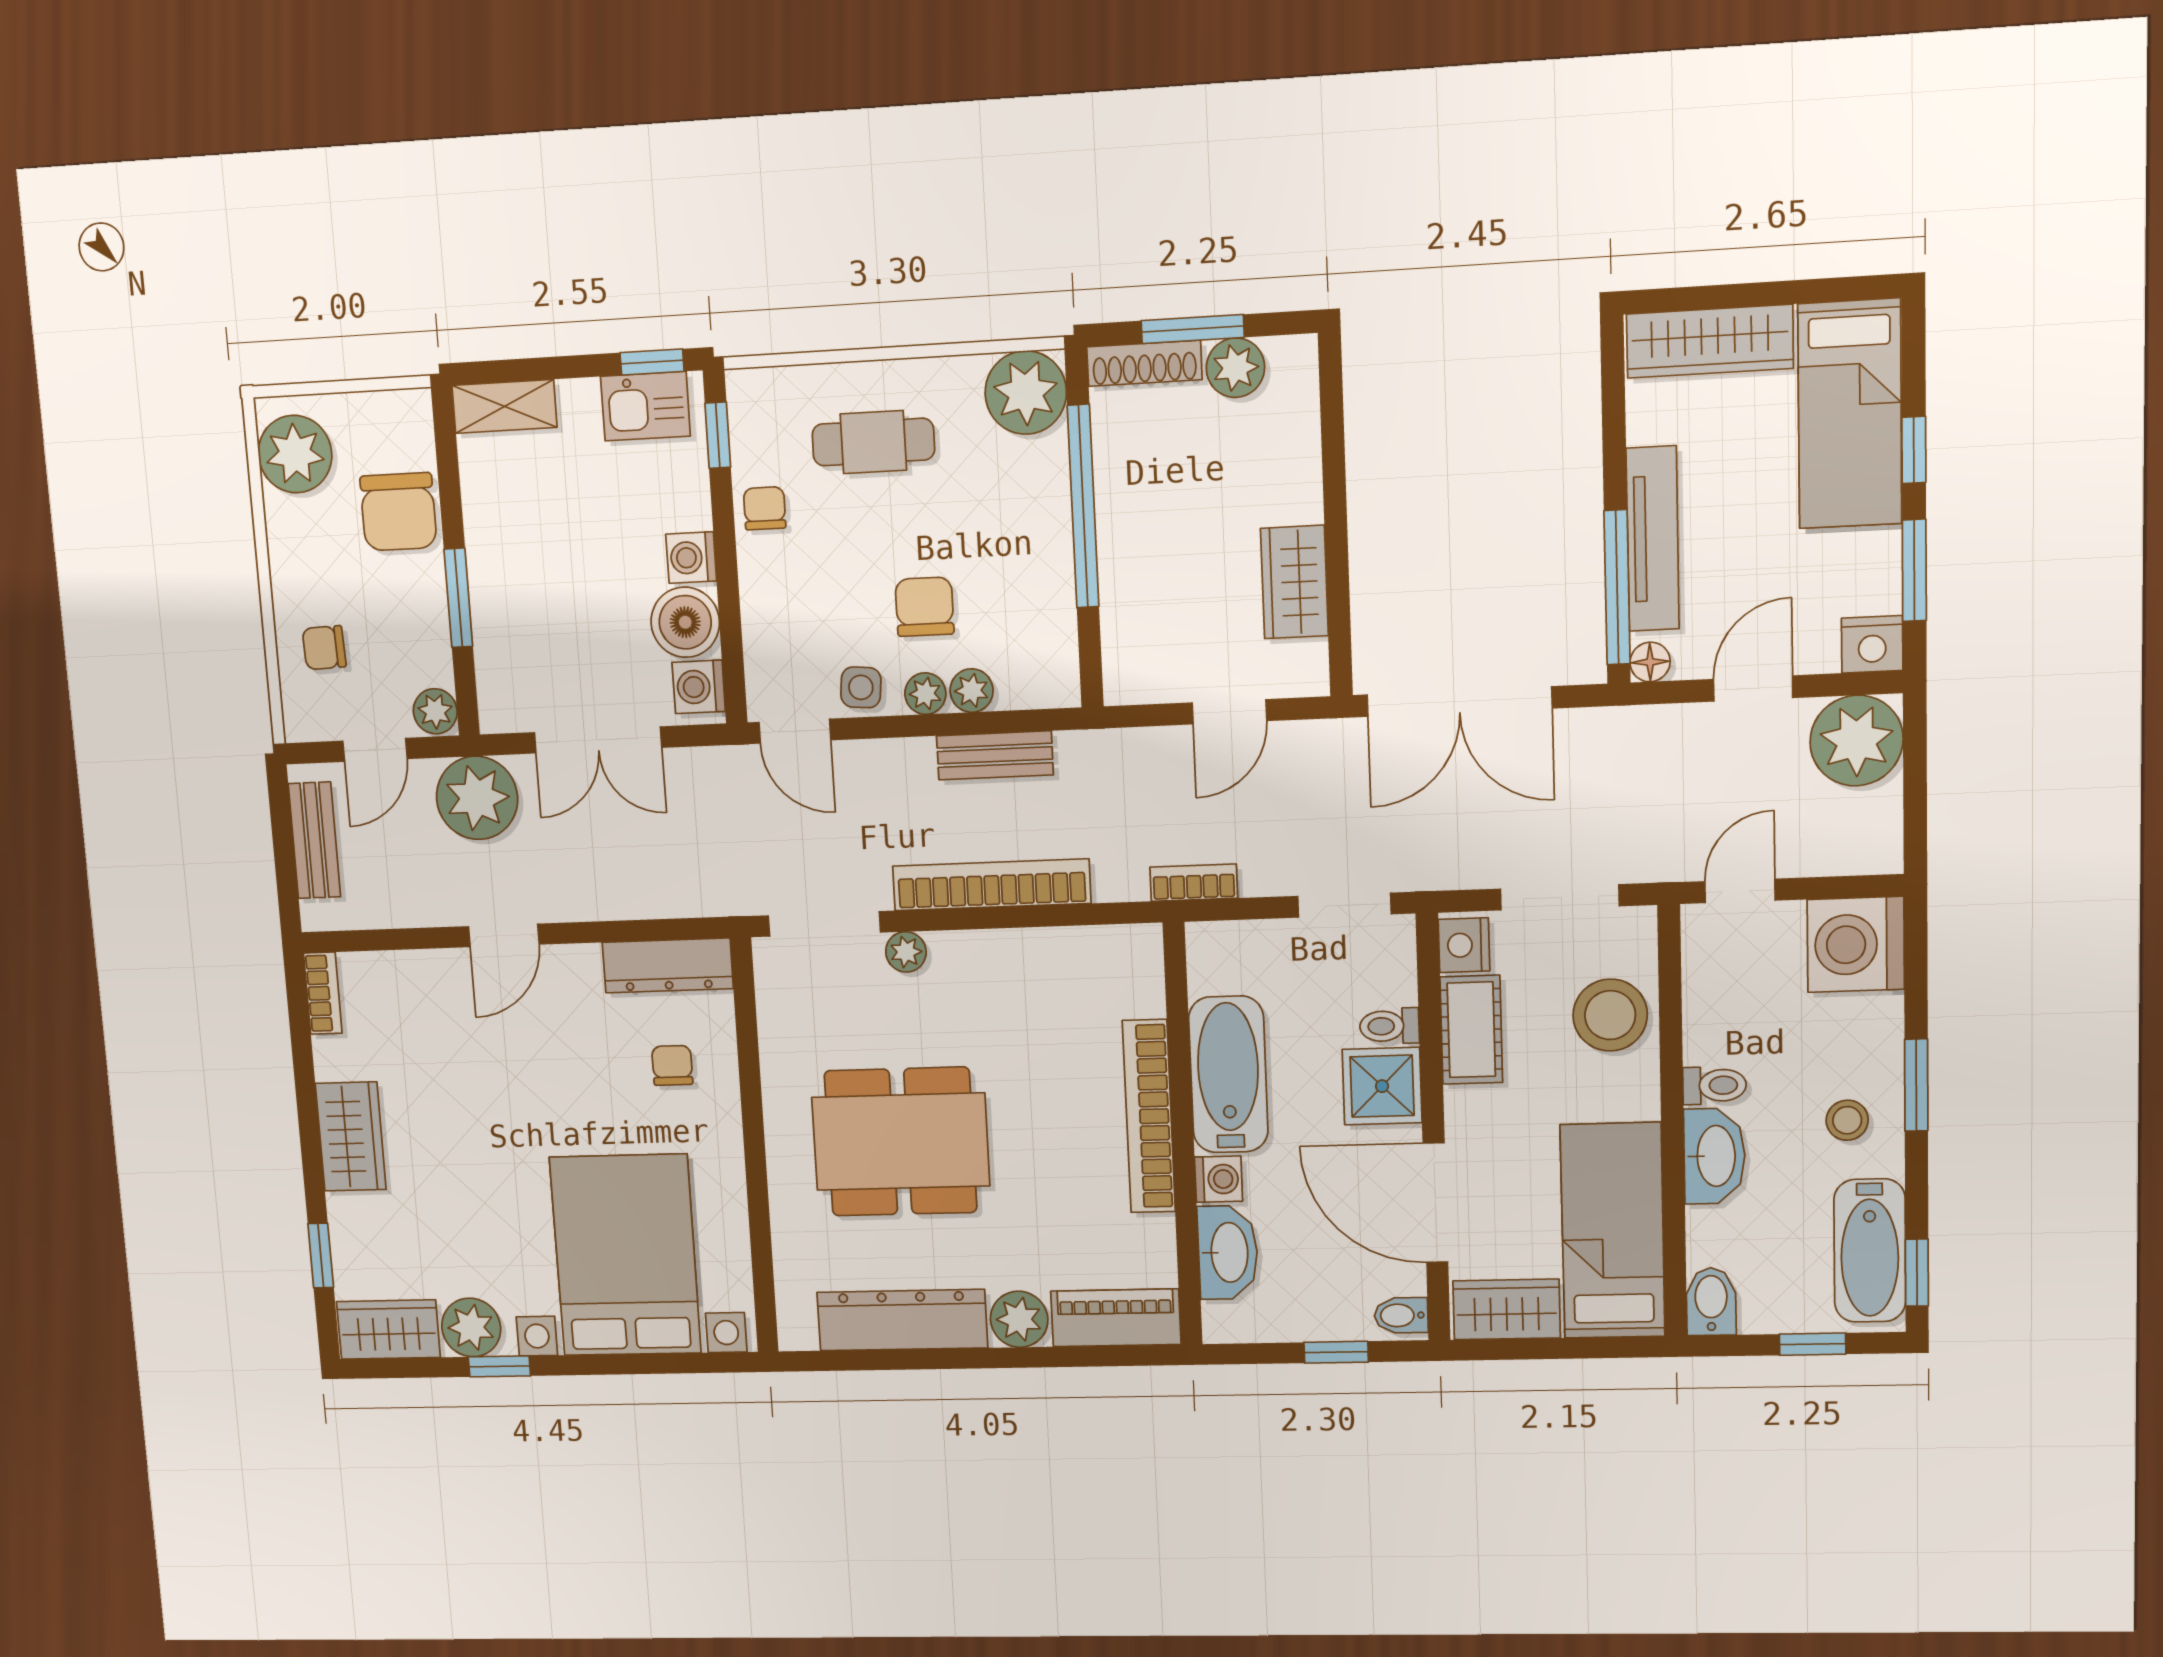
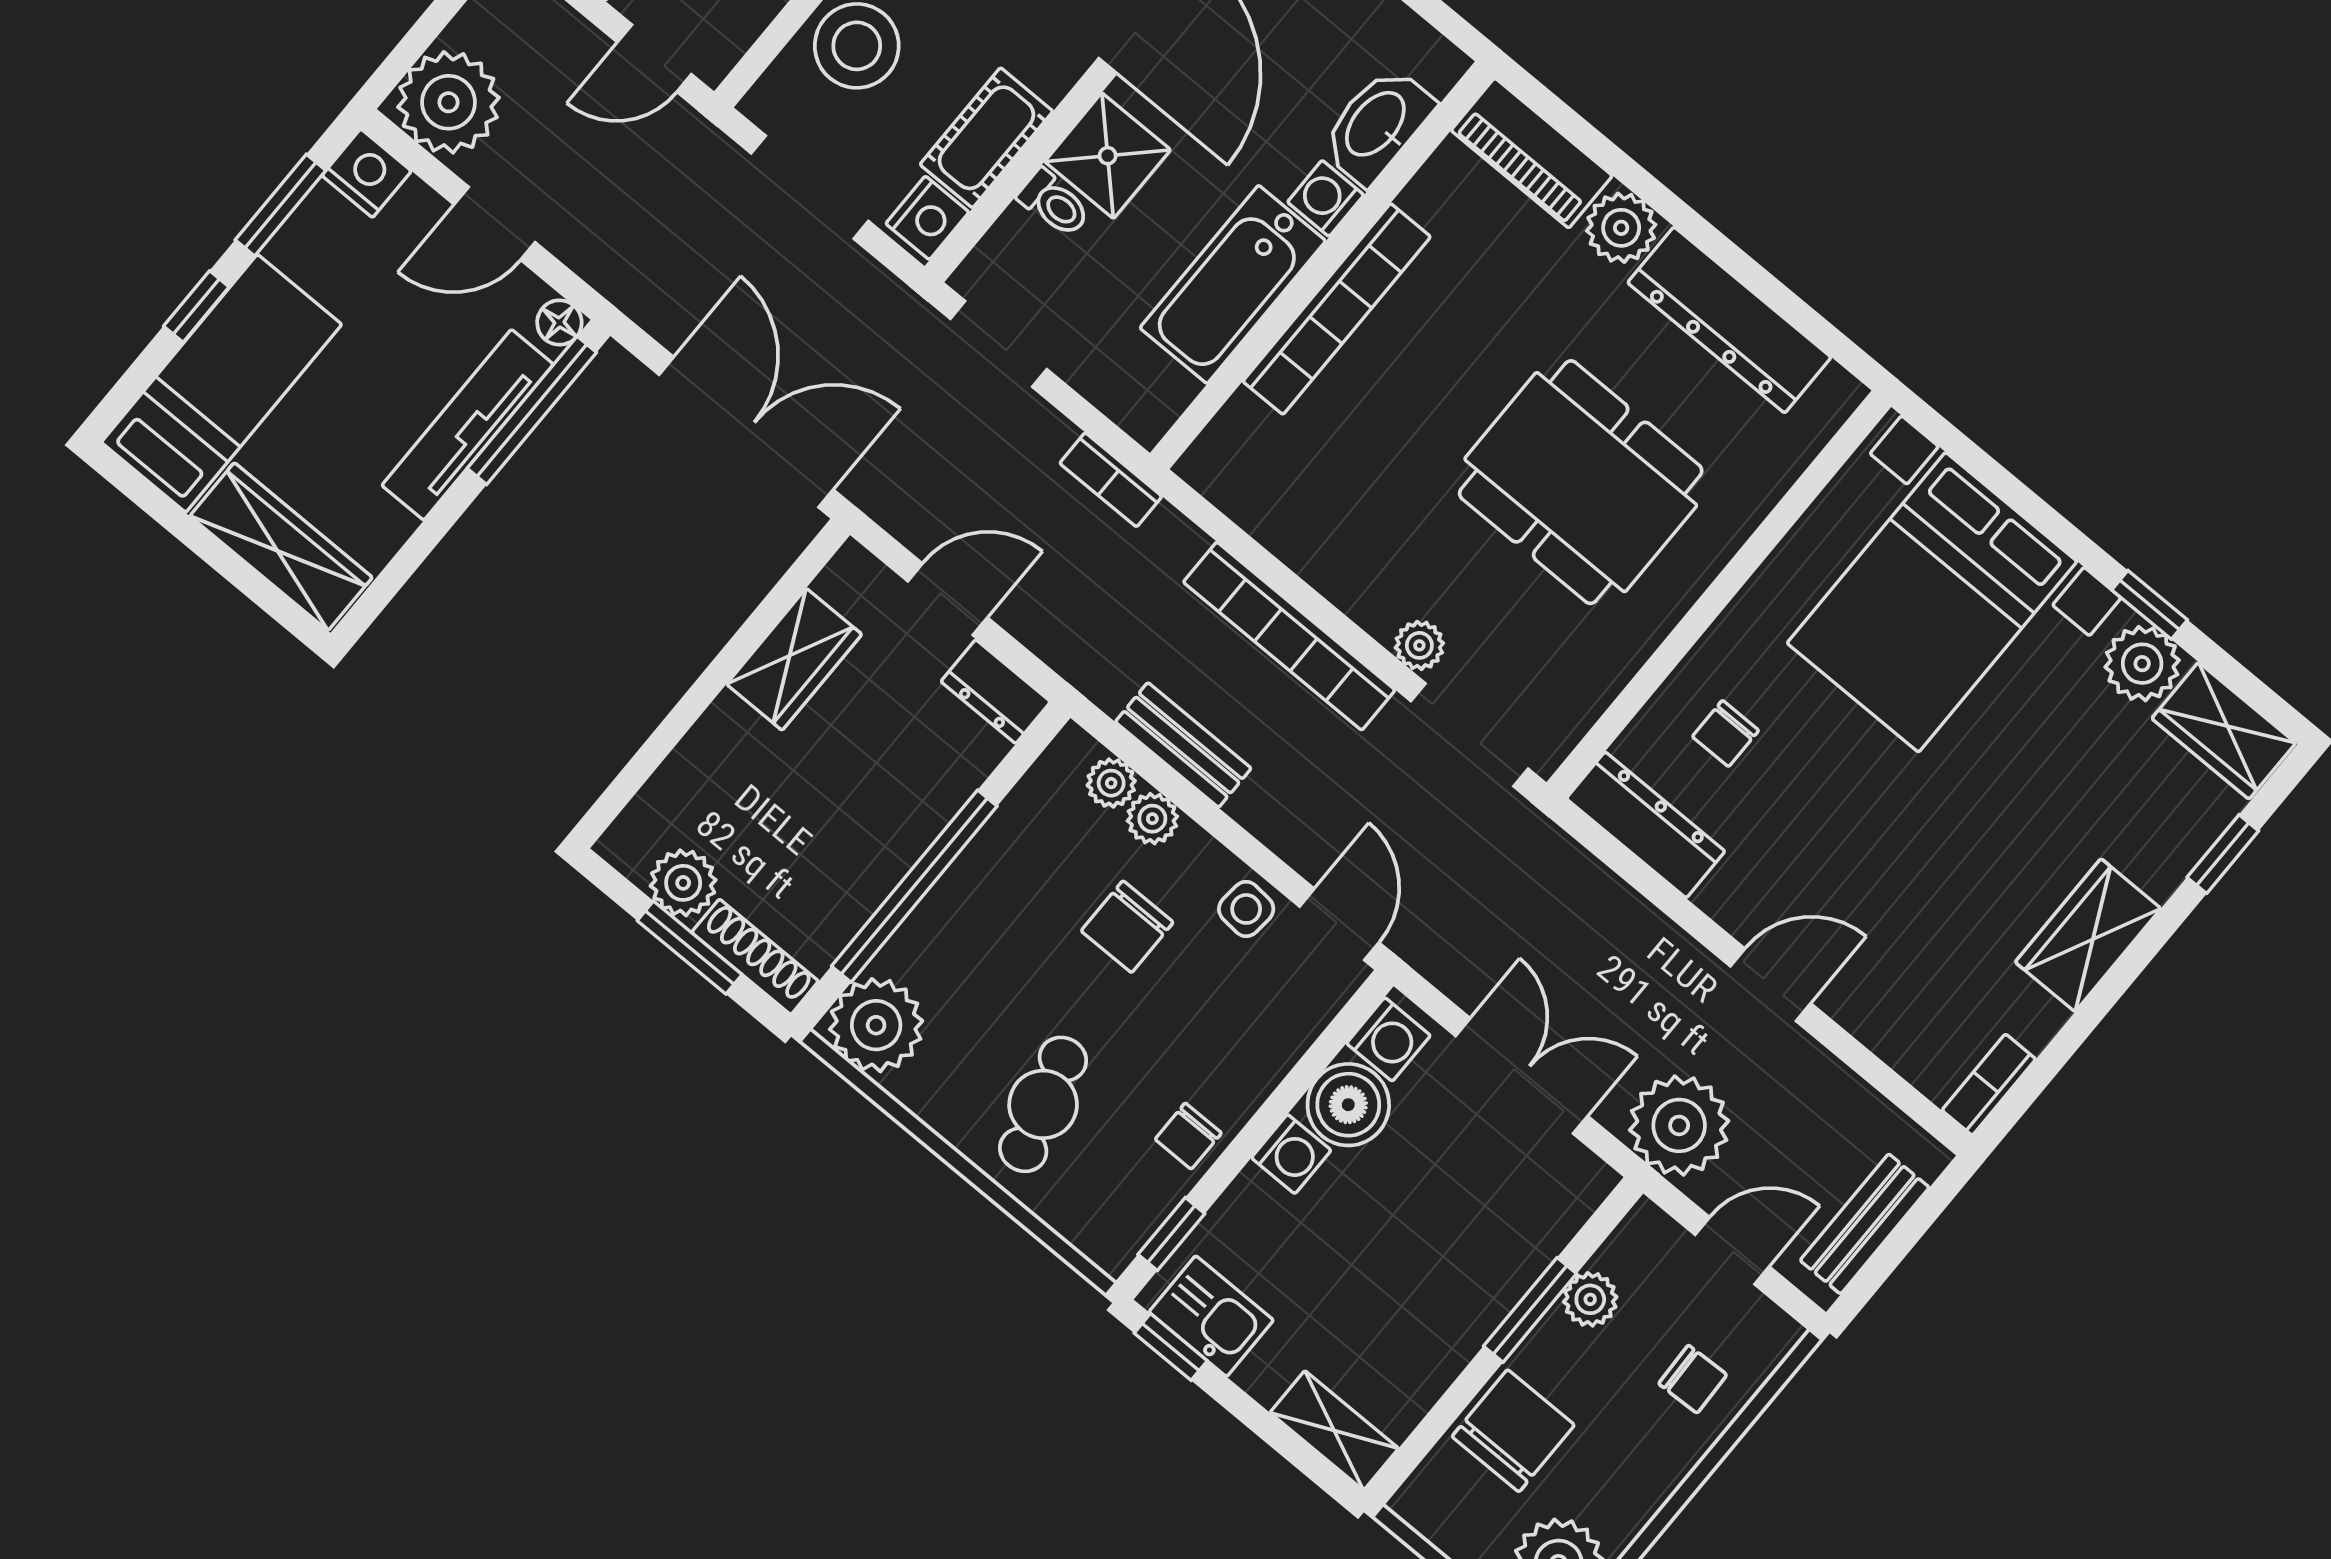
cafe table: (873, 442) -> (1043, 1104), turned 74
dresser: (1145, 681) -> (996, 692), added
plant: (925, 694) -> (1111, 783), moved
plant: (435, 711) -> (1590, 1299), moved

